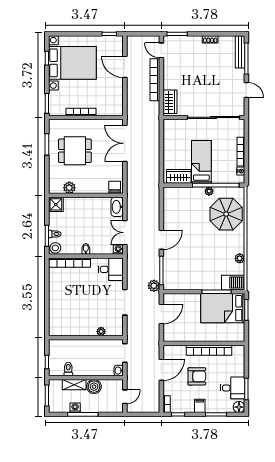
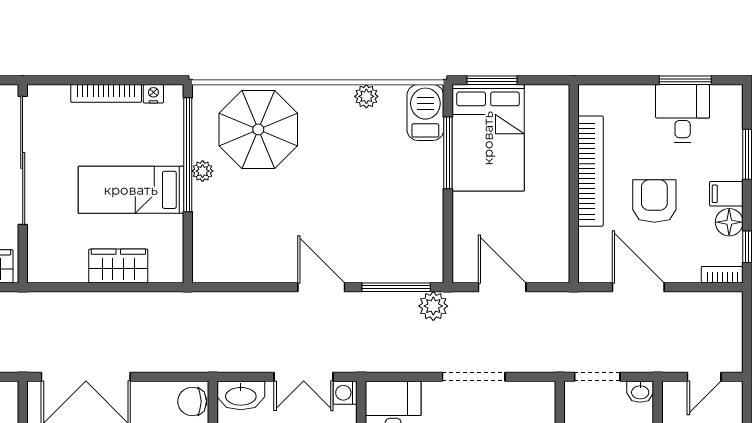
wardrobe: (179, 176) -> (118, 266), moved, turned 90
door: (125, 397) -> (704, 377), swing flipped
floor lamp: (239, 407) -> (729, 222), moved

